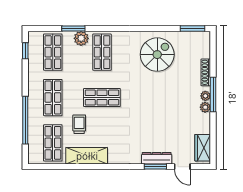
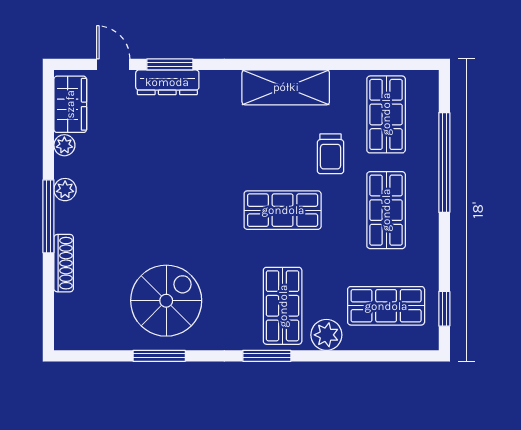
window: (73, 28) -> (267, 356), moved
window: (193, 28) -> (159, 356), moved
shop shelf: (53, 52) -> (386, 306), turned 90
spiral stairs: (157, 55) -> (166, 301), turned 180
plant: (205, 96) -> (64, 145), moved
shelving: (87, 156) -> (286, 87), moved

